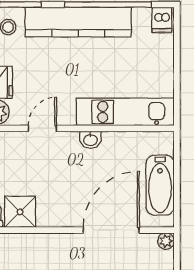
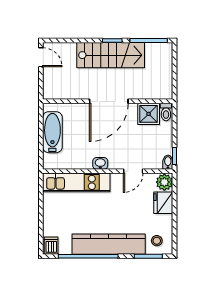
door: (111, 230) -> (109, 101), moved
plant: (166, 241) -> (48, 94), removed

